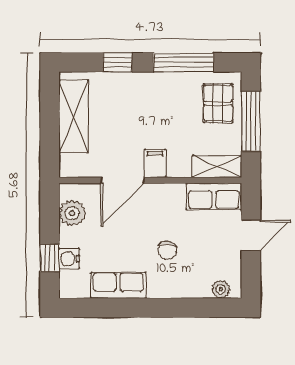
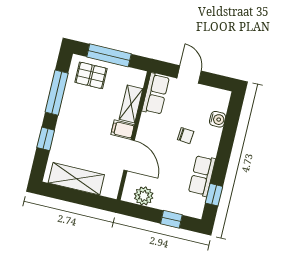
shelving: (217, 167) -> (131, 104), moved
water cooler: (69, 259) -> (218, 119), moved, turned -90
plant: (221, 289) -> (222, 105), removed
window: (97, 308) -> (214, 195), added

